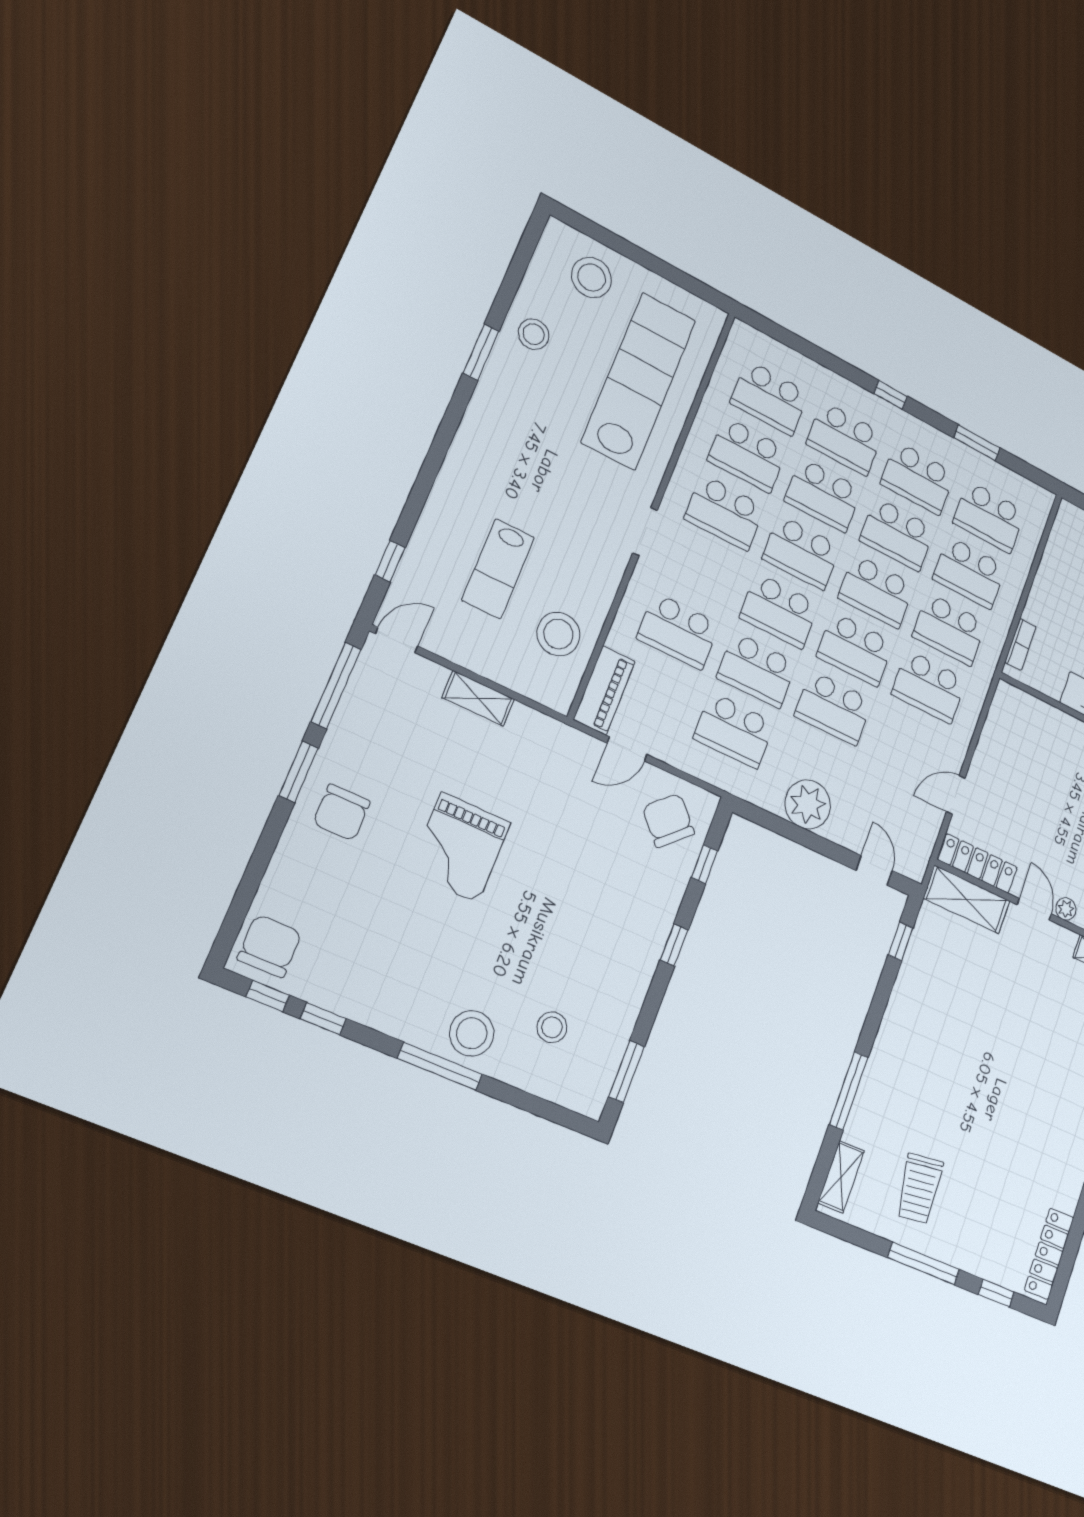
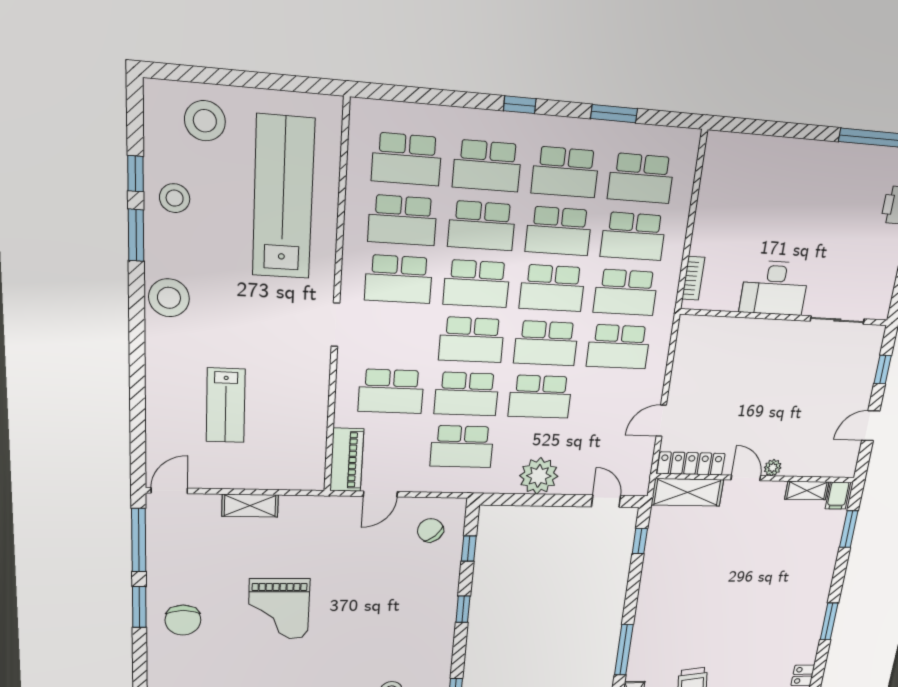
window: (390, 561) -> (135, 174), moved
stool: (558, 634) -> (169, 298), moved
chair: (668, 820) -> (430, 530), width x0.73, depth x0.73

